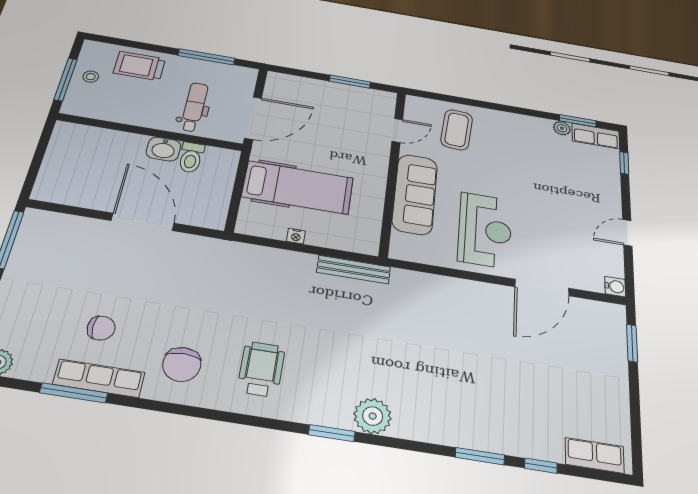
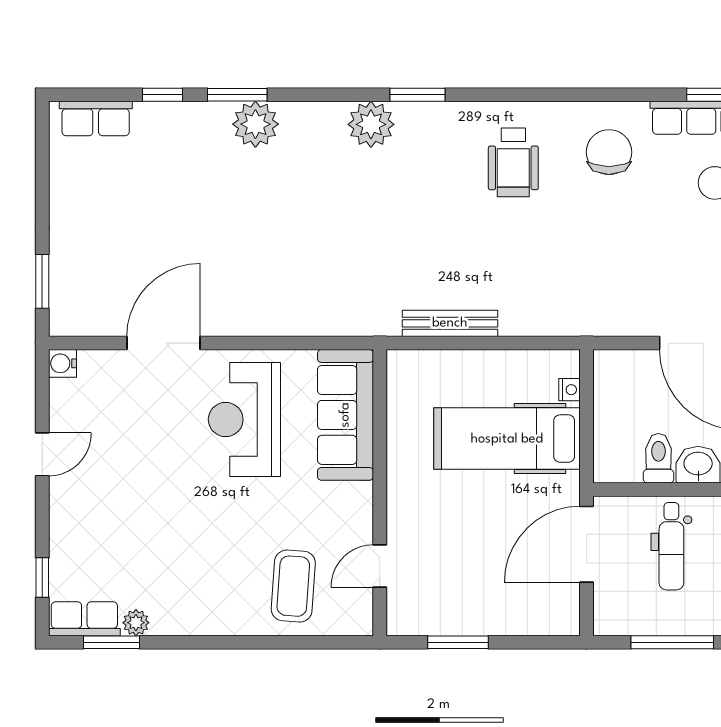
sofa: (415, 194) -> (345, 415), moved
nightstand: (296, 236) -> (570, 390), moved, turned 90
bench: (354, 270) -> (450, 323), moved
plant: (466, 431) -> (255, 124), added

